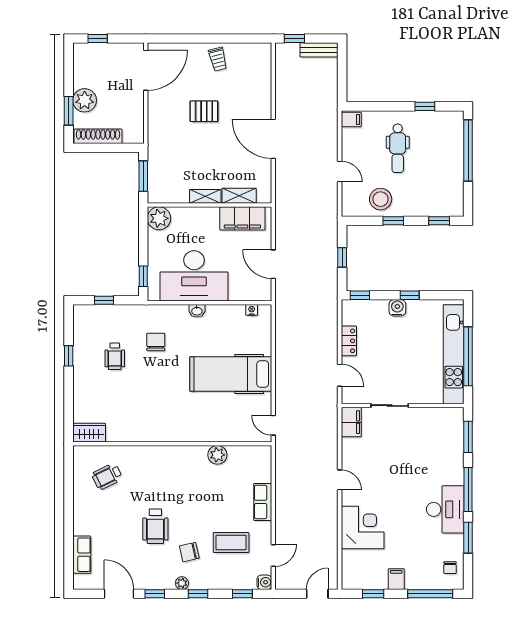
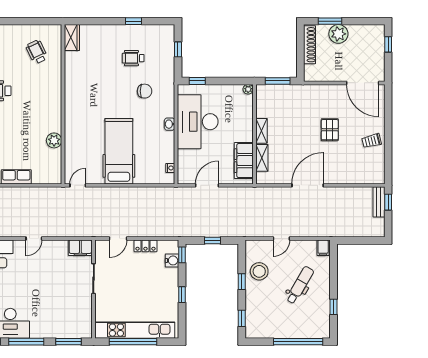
bench: (319, 50) -> (379, 202), moved
dental chair: (398, 148) -> (300, 285), turned 120
plant: (159, 218) -> (248, 89), width x0.53, depth x0.53
water cooler: (397, 308) -> (172, 260), moved

